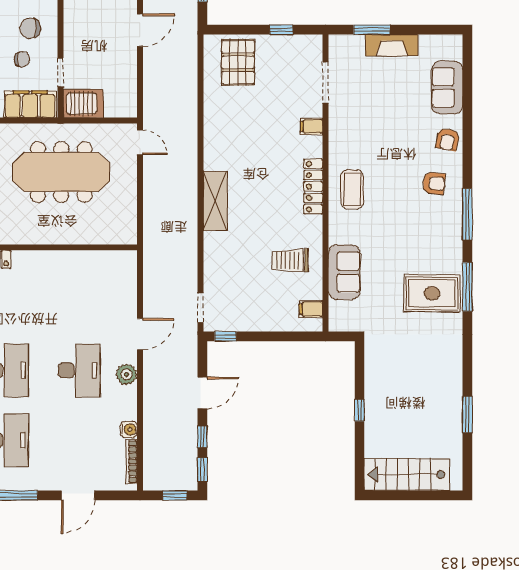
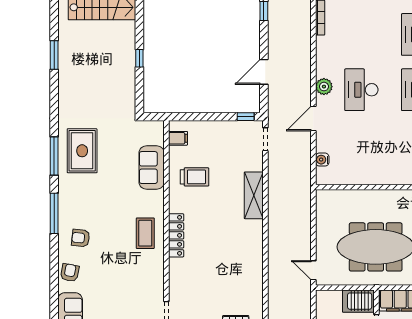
filing cabinet: (311, 126) -> (178, 283), removed
shelving: (215, 201) -> (254, 195), moved
rug: (432, 293) -> (82, 151), turned 90
water cooler: (129, 429) -> (322, 160), moved
window: (202, 437) -> (264, 37), removed

